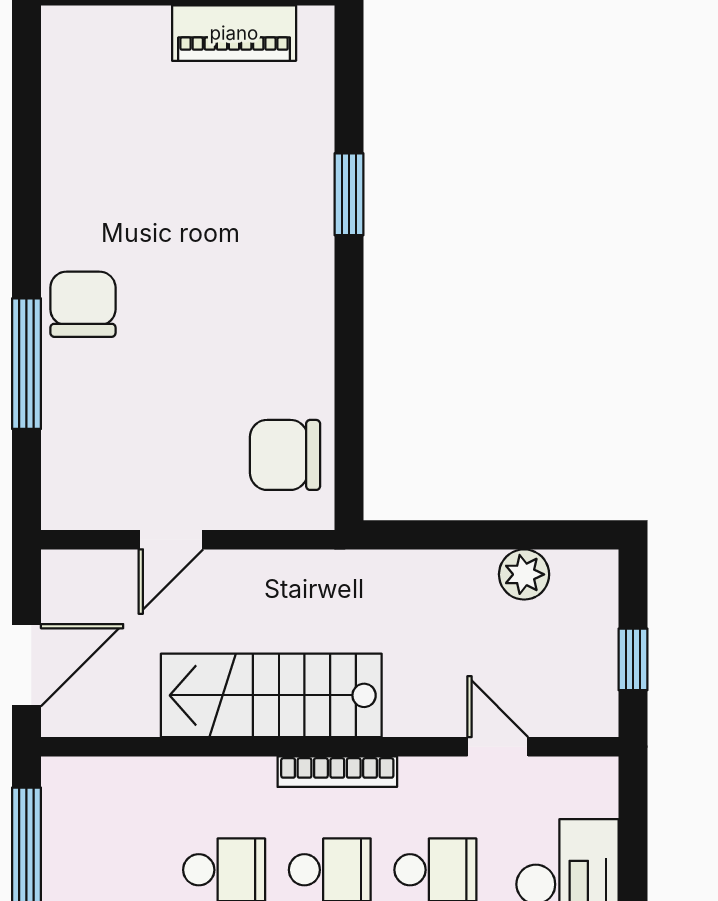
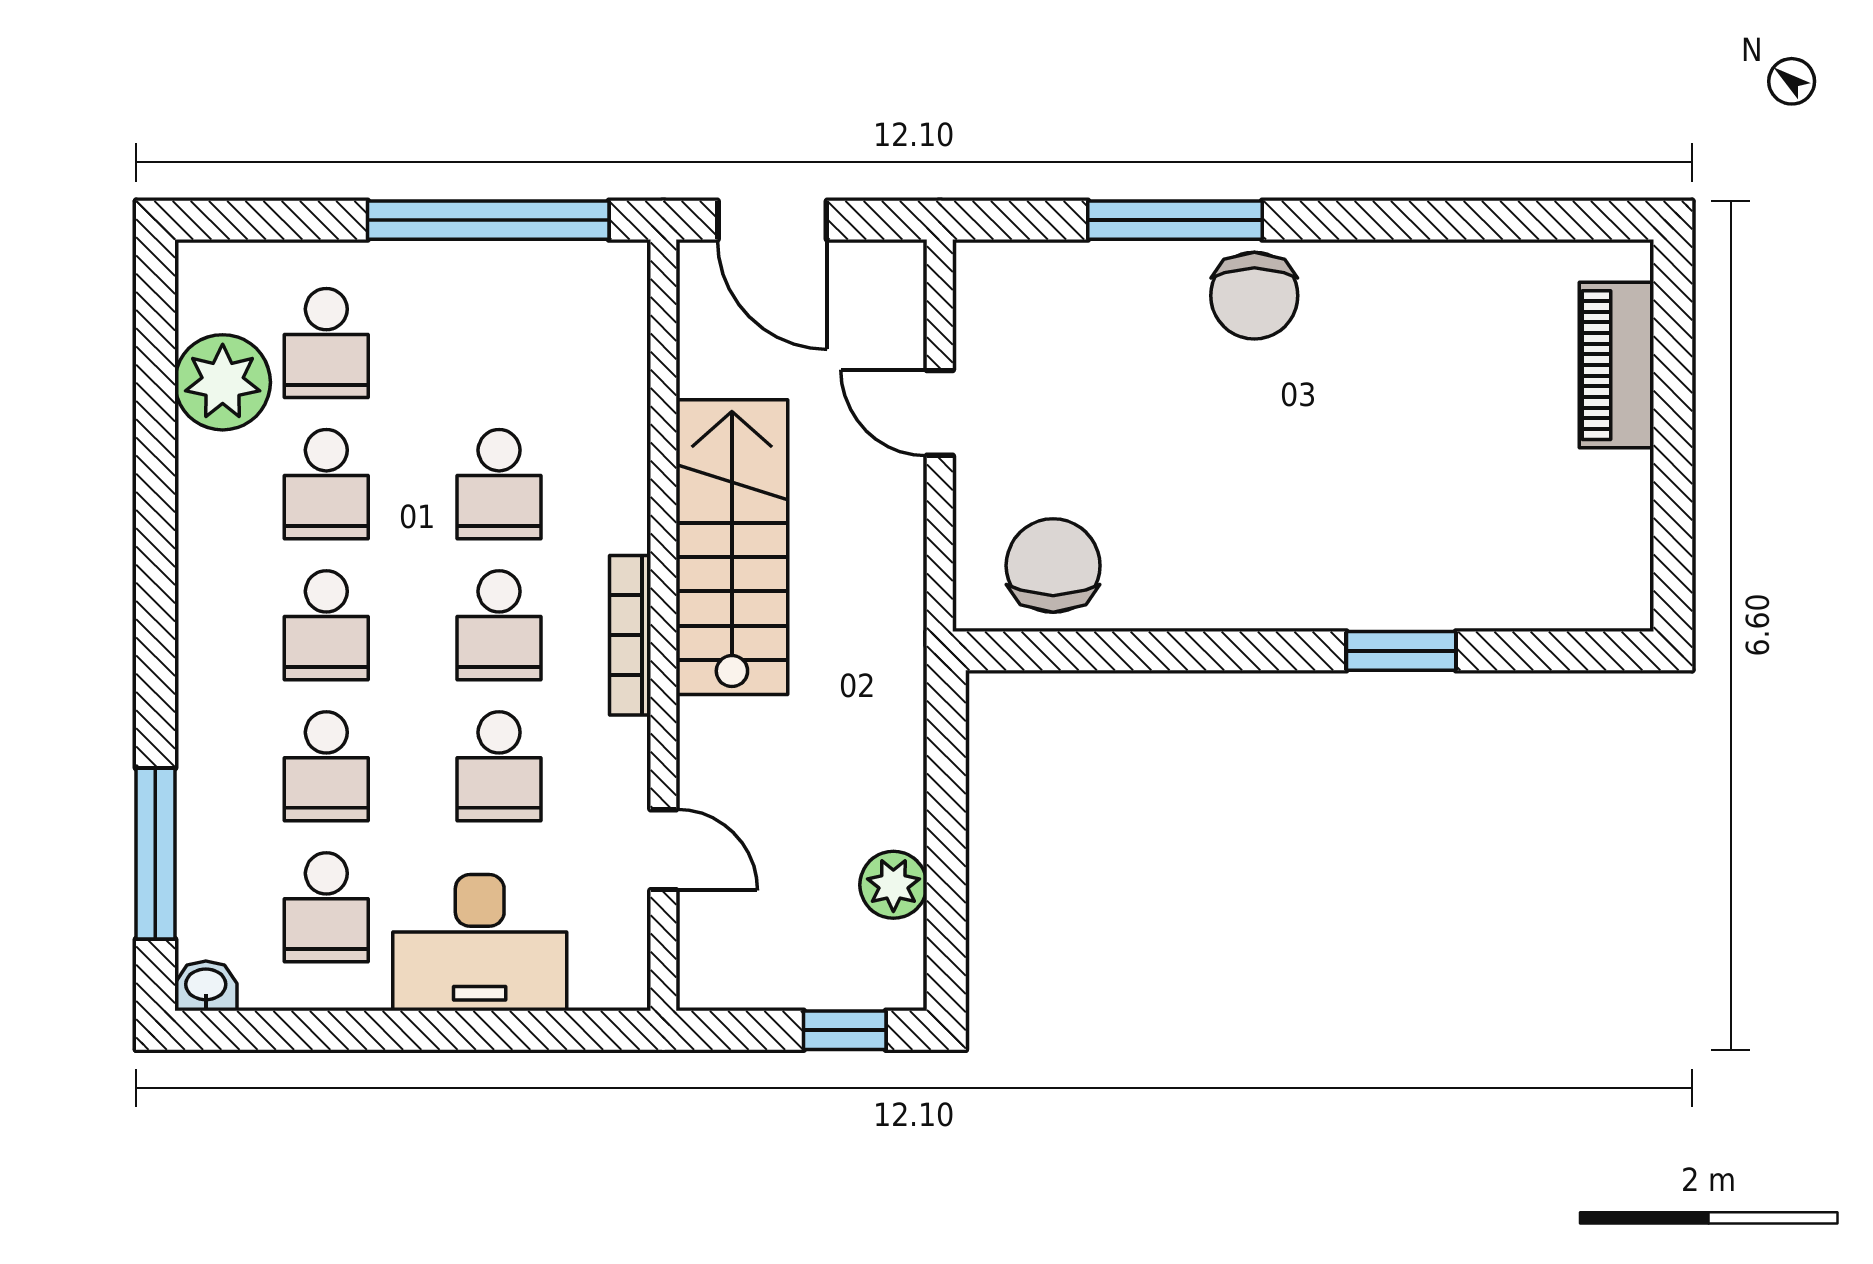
piano: (234, 33) -> (1616, 365), moved
chair: (83, 304) -> (1254, 296), turned 90
window: (633, 659) -> (845, 1030), moved
door: (498, 747) -> (663, 850), hinge flipped

